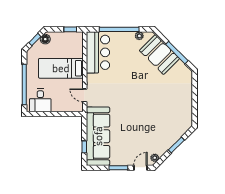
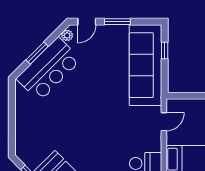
door: (85, 95) -> (164, 122), hinge flipped
bar counter: (168, 133) -> (49, 69), added

